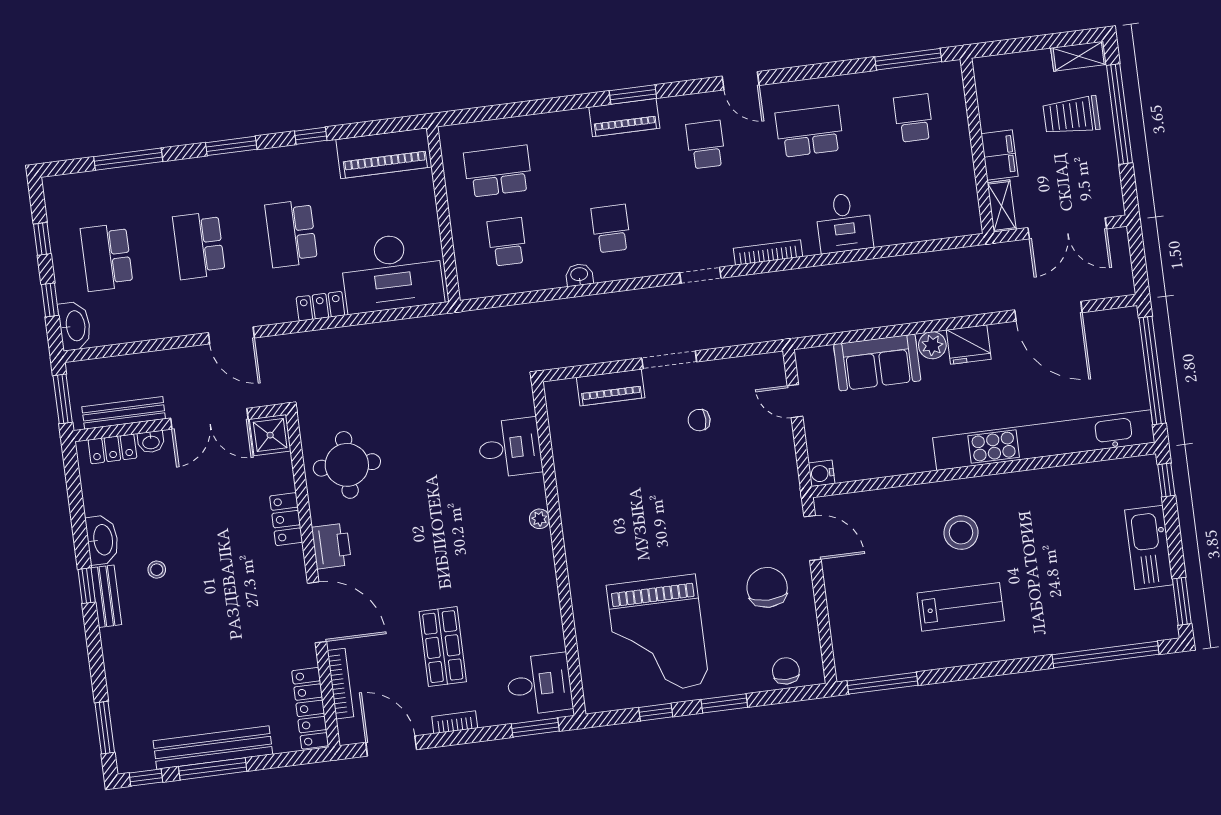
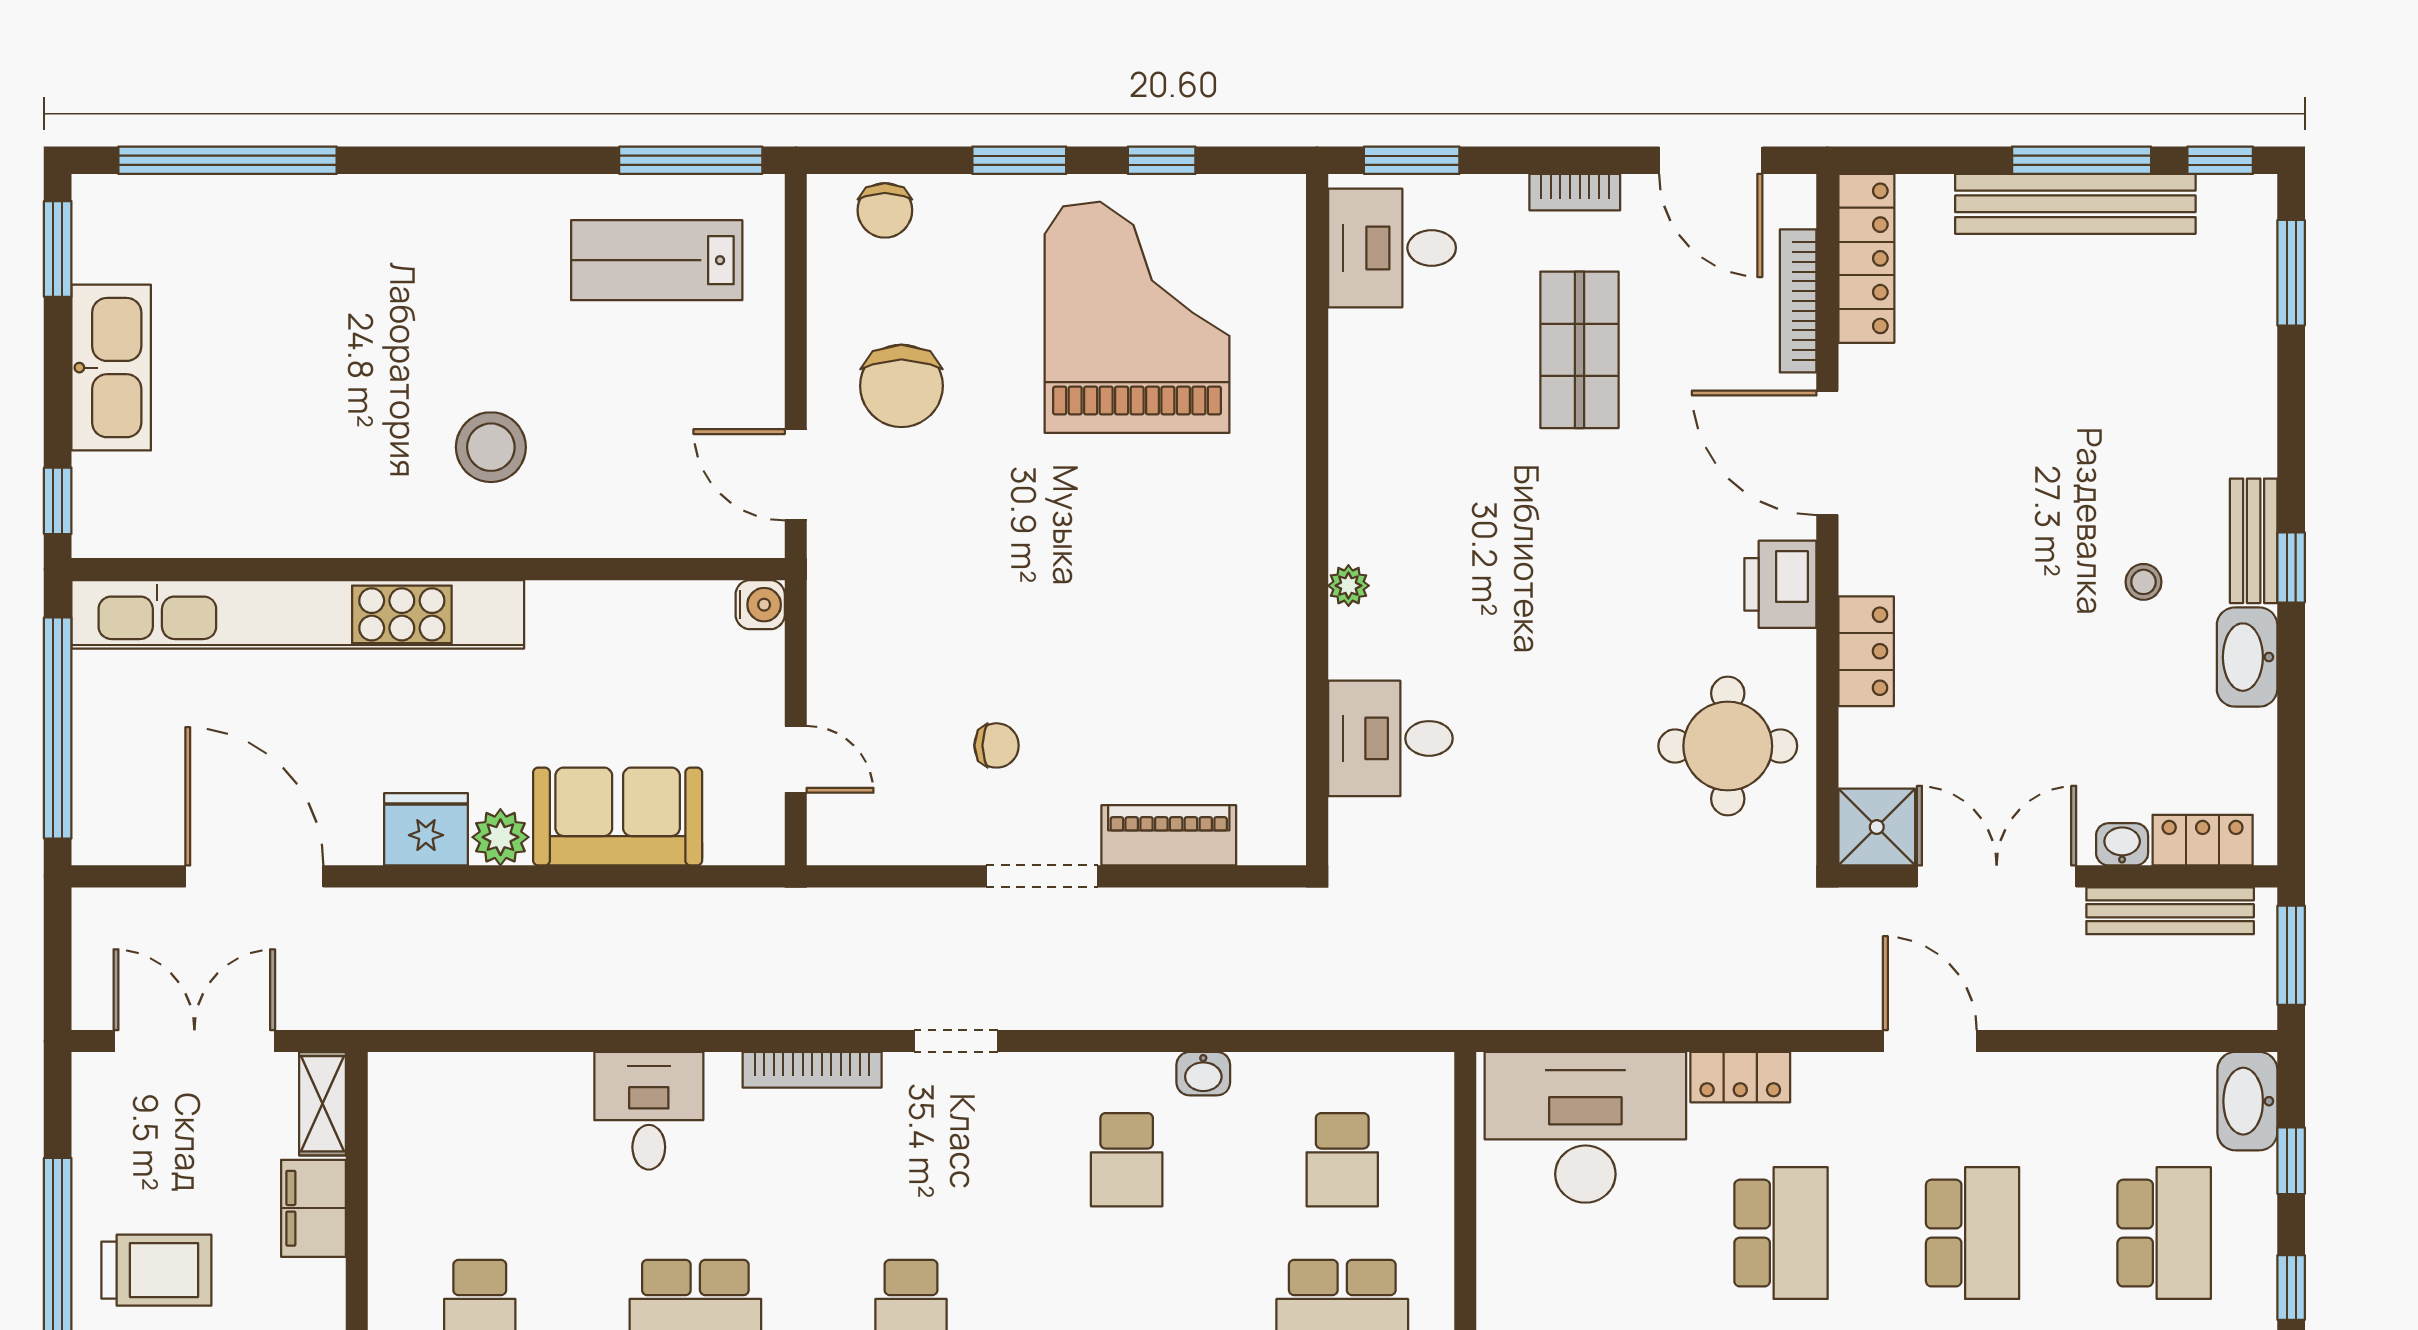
lab bench: (961, 607) -> (657, 260), moved

